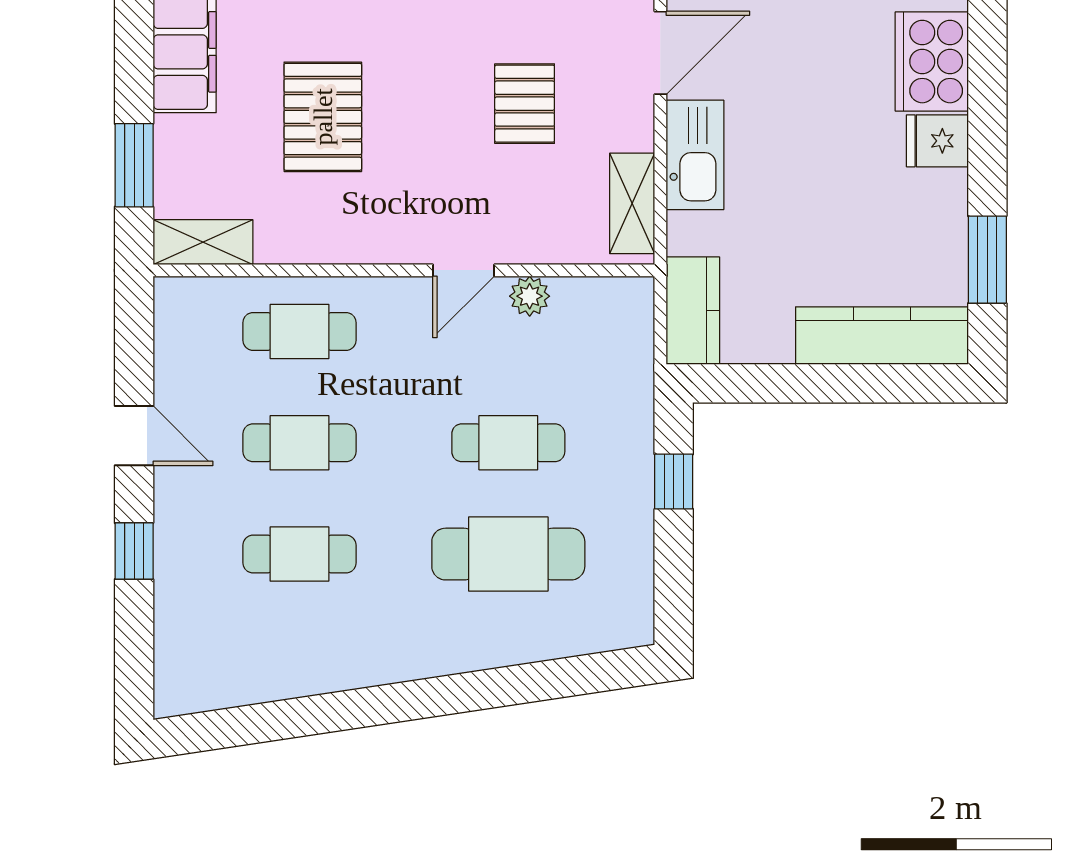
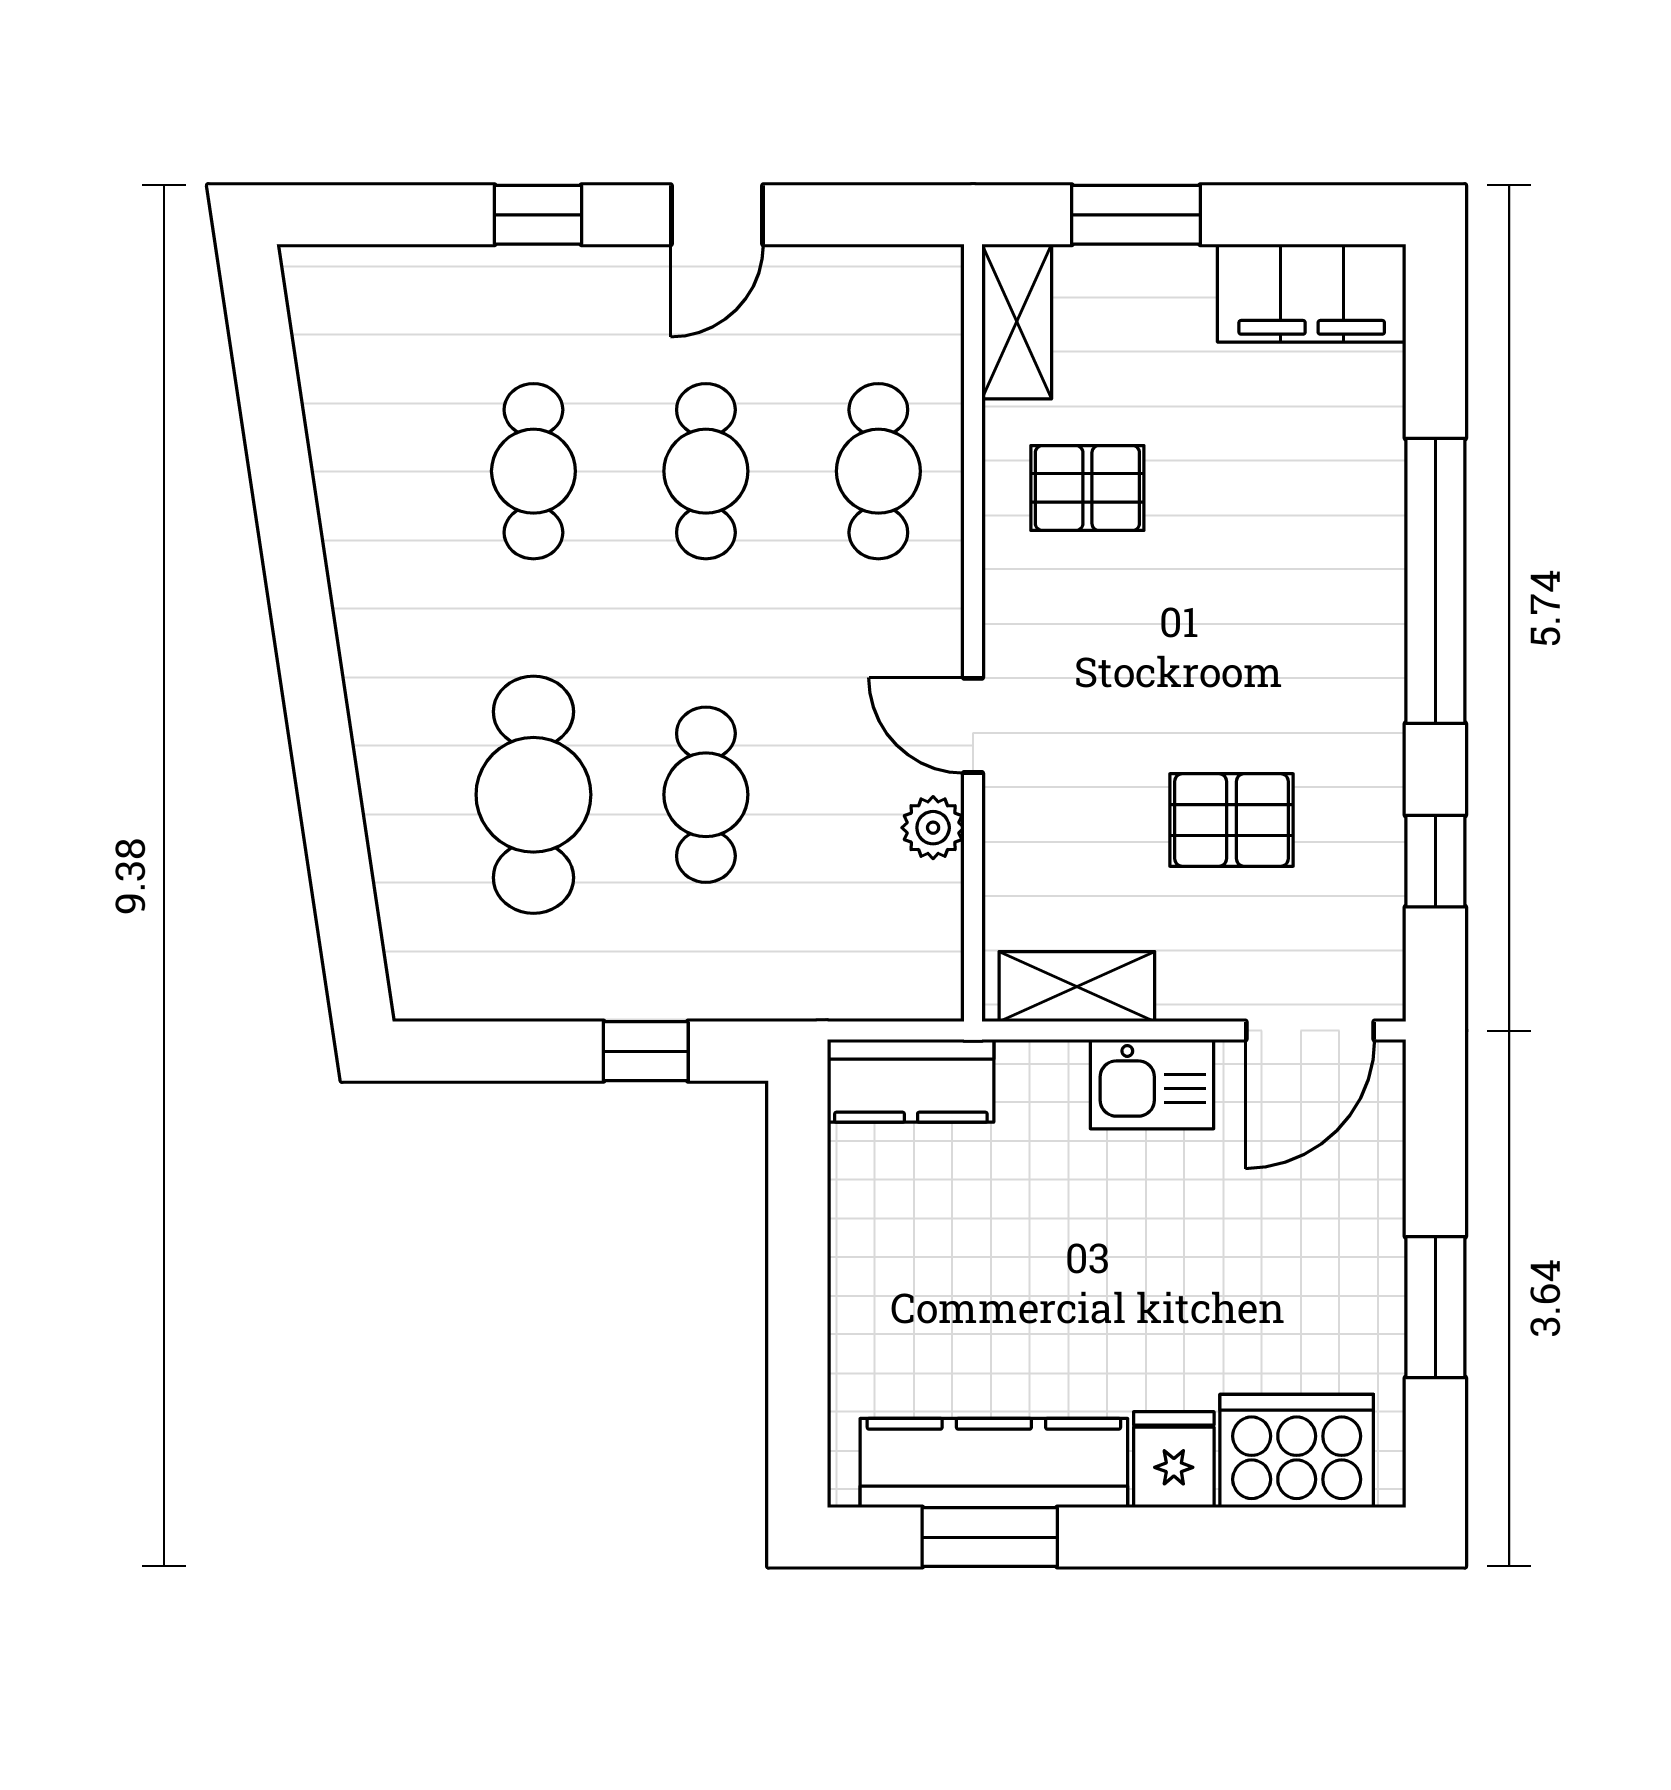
door: (660, 53) -> (1310, 1031), hinge flipped
pallet: (323, 117) -> (1087, 488), moved, width x0.67, depth x0.71
kitchen sink: (695, 155) -> (1152, 1084), width x0.73
kitchen counter: (882, 336) -> (994, 1463), moved, turned -90

